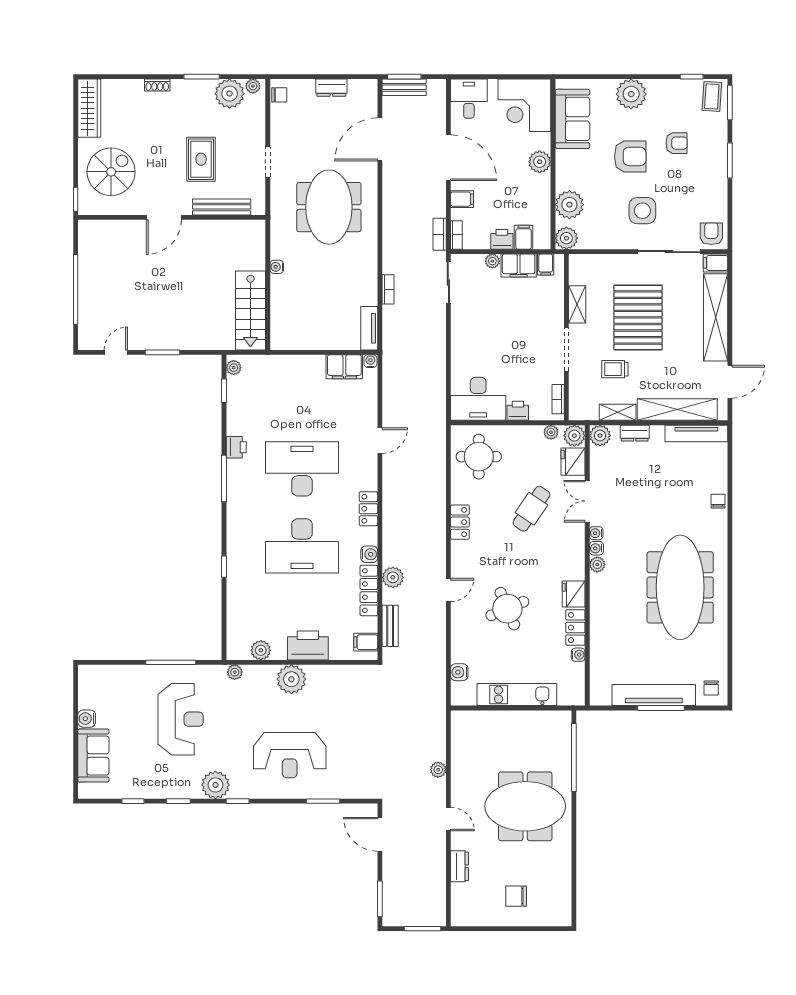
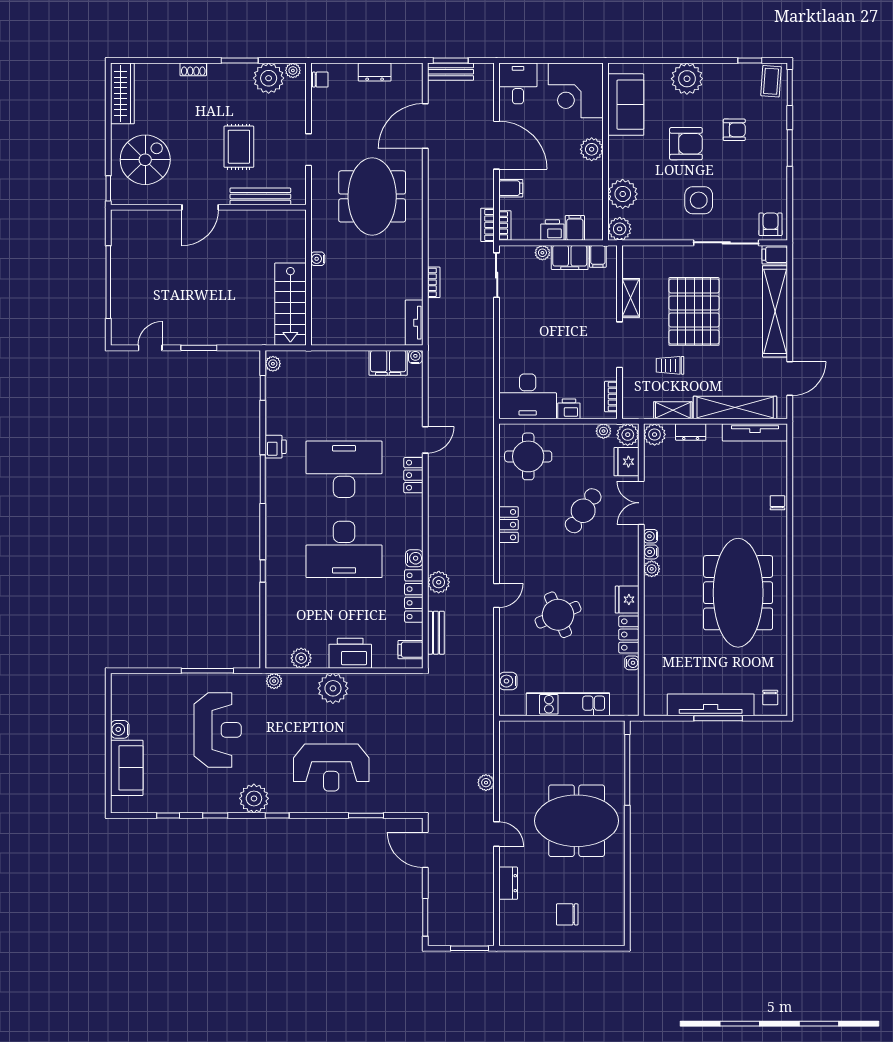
locker: (369, 509) -> (413, 475), moved

